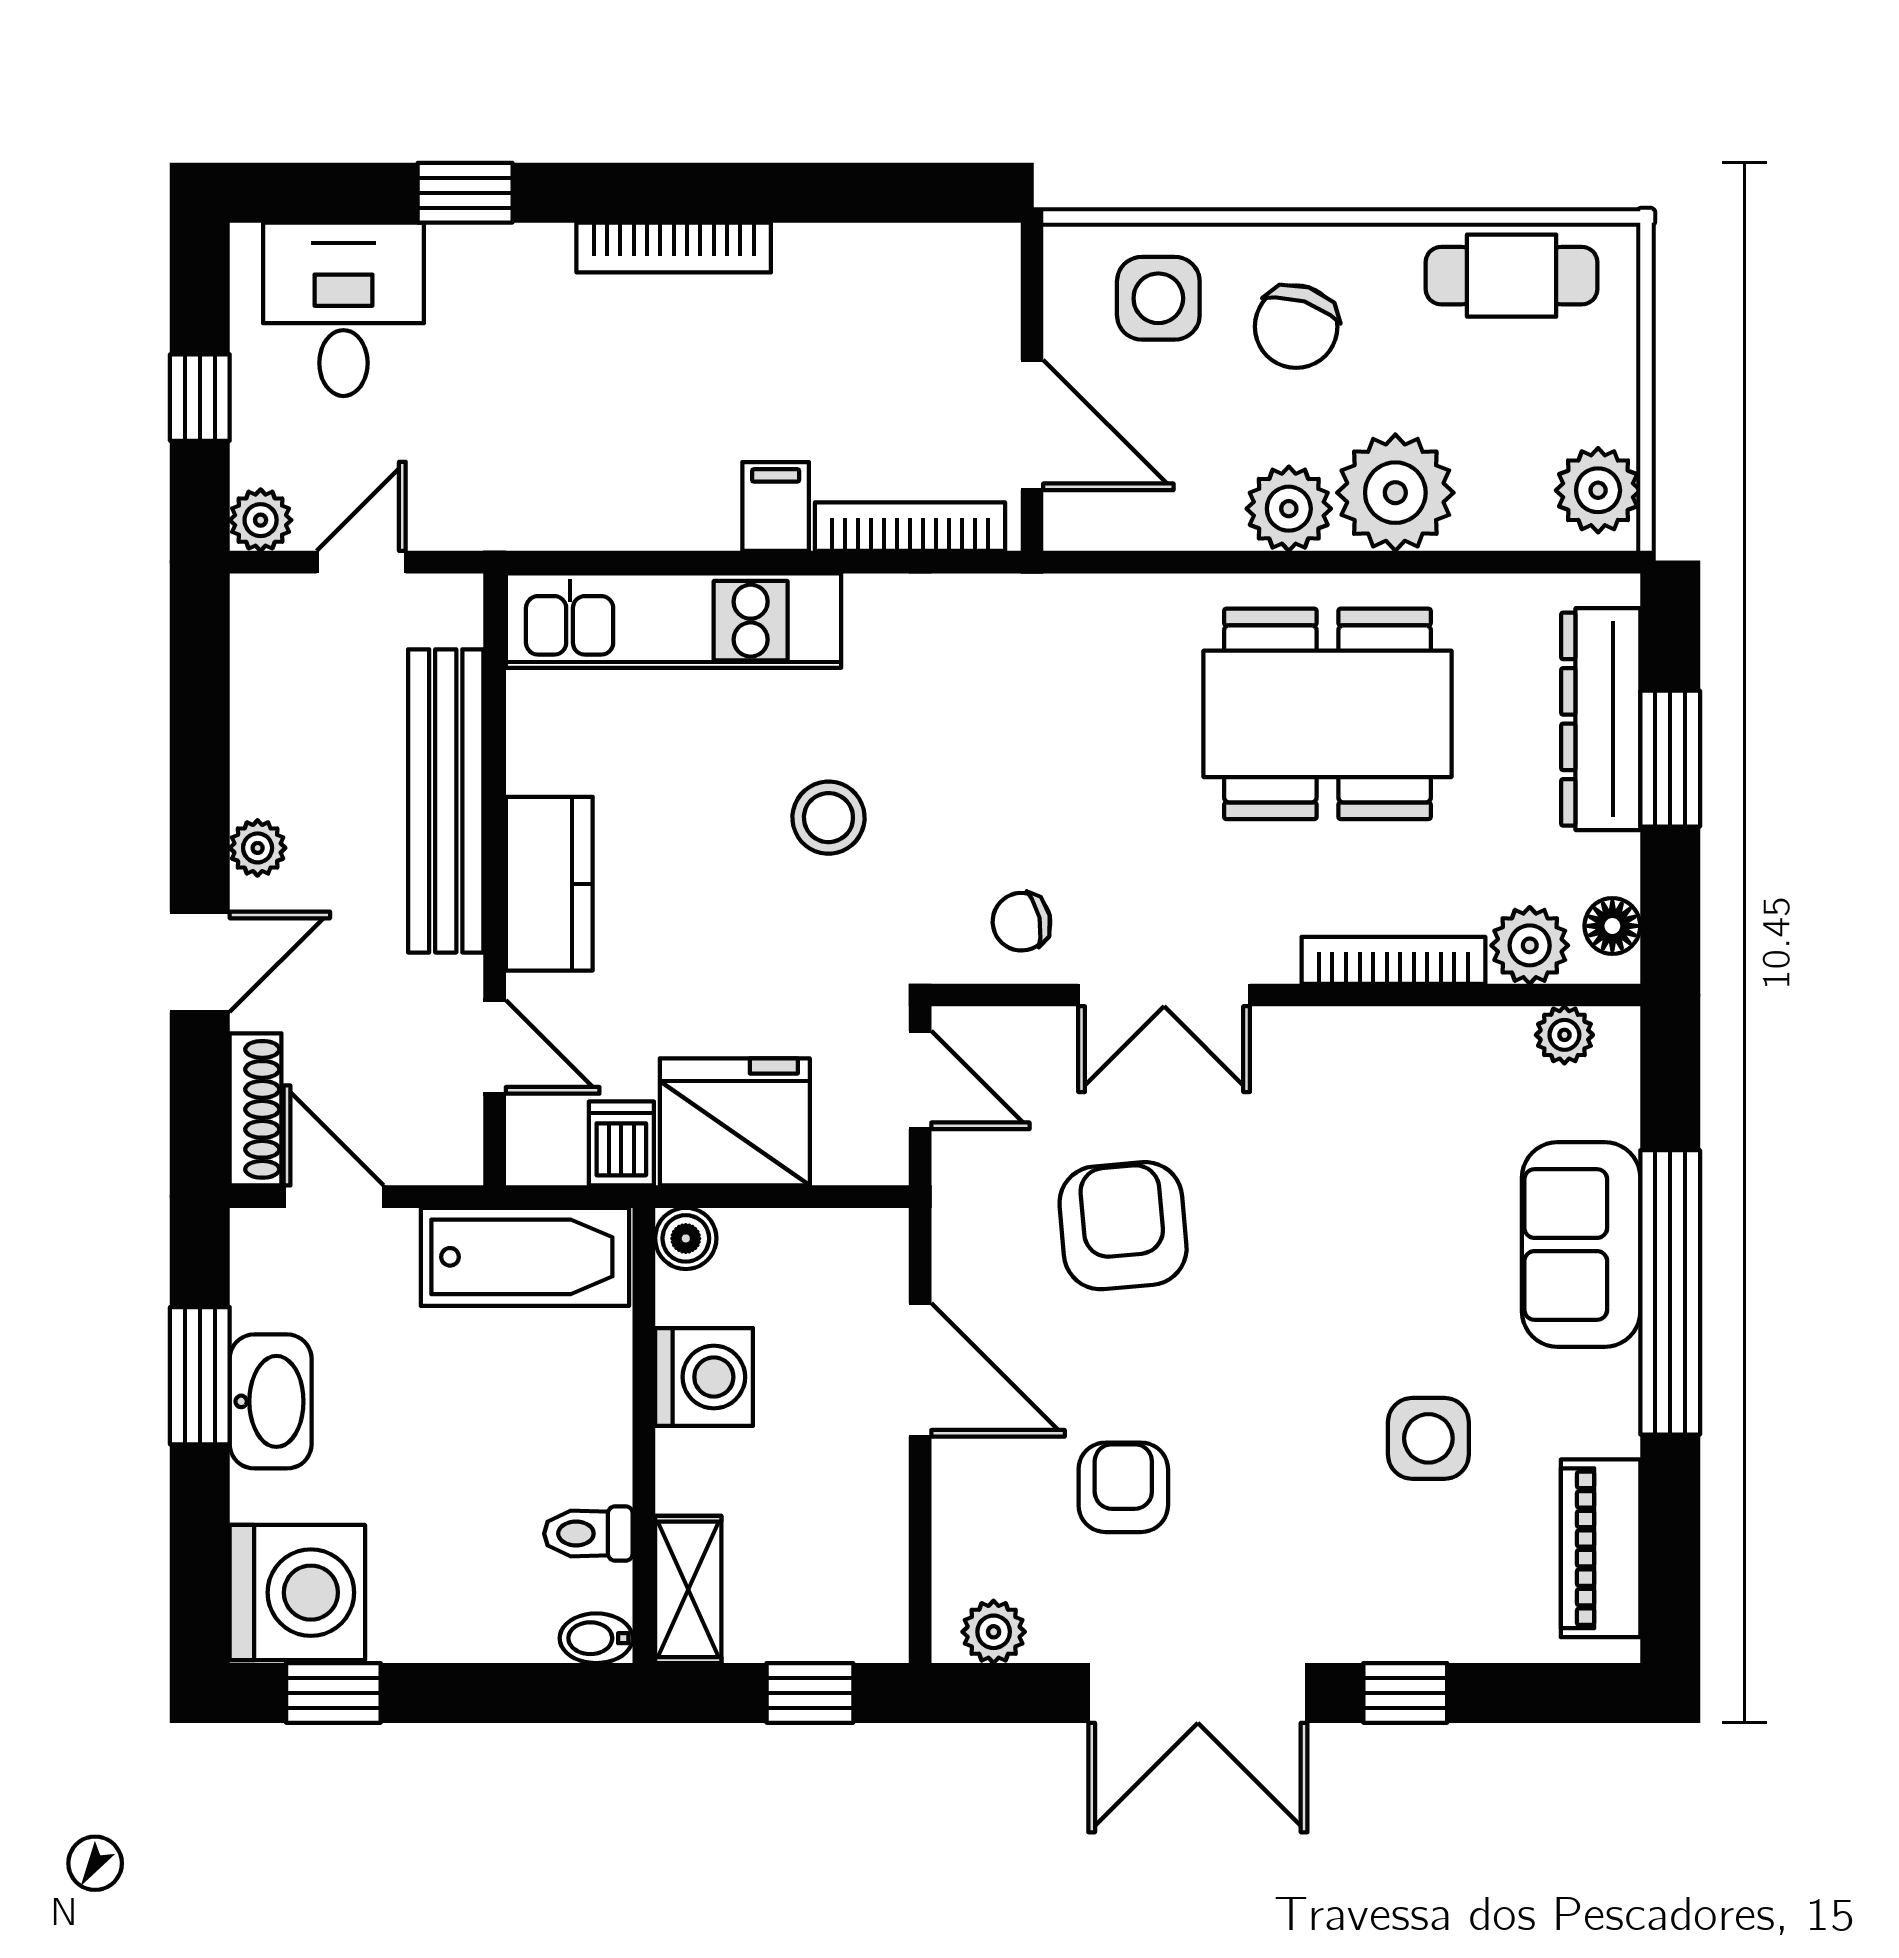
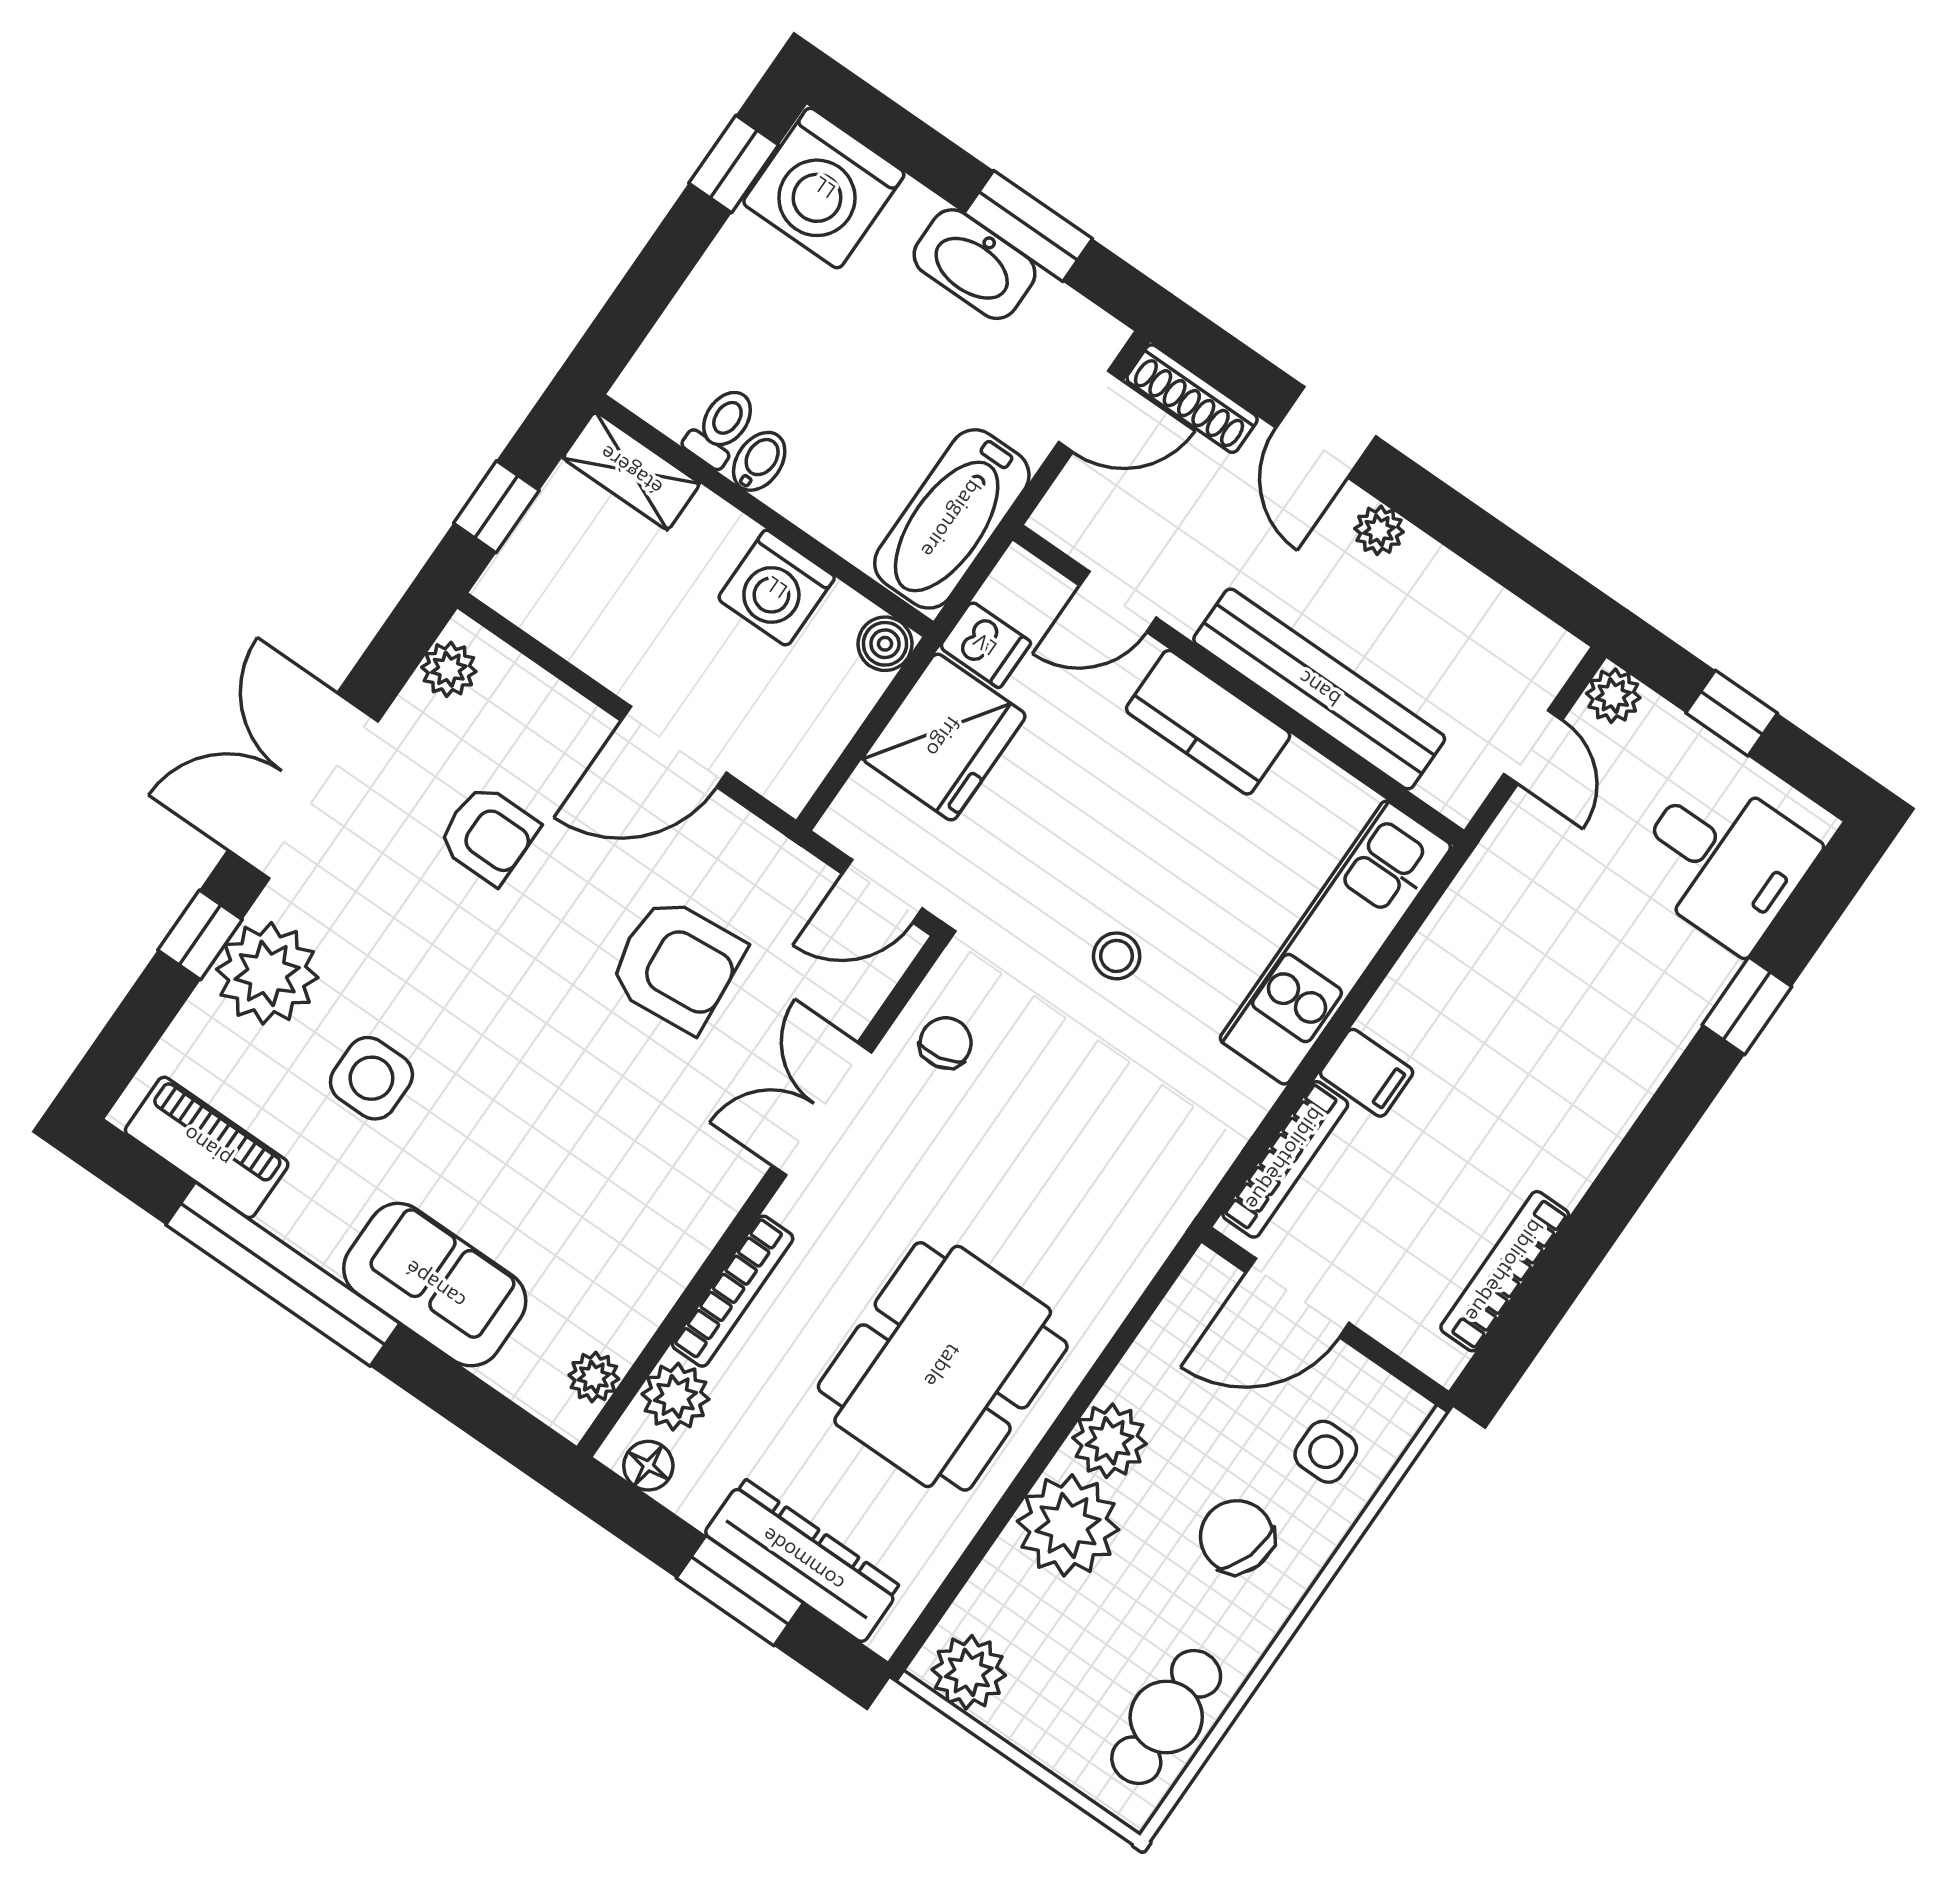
bookcase: (674, 247) -> (1505, 1271), moved
side table: (1158, 298) -> (1326, 1452), width x0.73, depth x0.73
stool: (828, 818) -> (1117, 956), width x0.73, depth x0.73
window: (1670, 1292) -> (283, 1274), moved
plant: (1398, 1605) -> (267, 973), added
bidet: (596, 1638) -> (759, 461), moved

